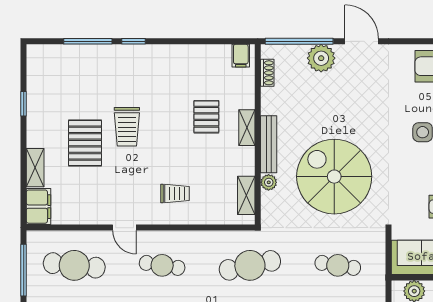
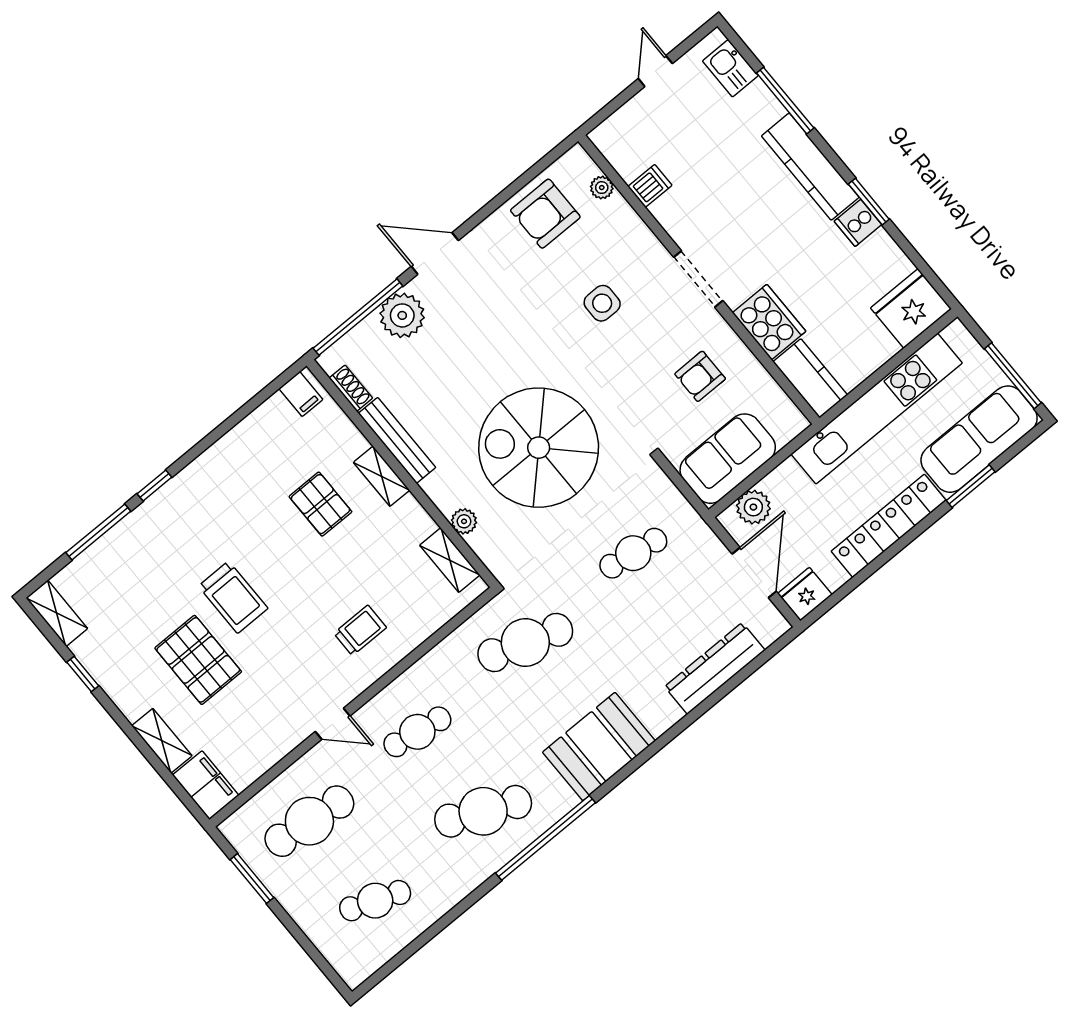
shelving: (35, 64) -> (57, 613), added
bench: (269, 144) -> (397, 440), moved
cafe table: (250, 265) -> (525, 642), turned 30
window: (24, 270) -> (252, 879), width x0.69

